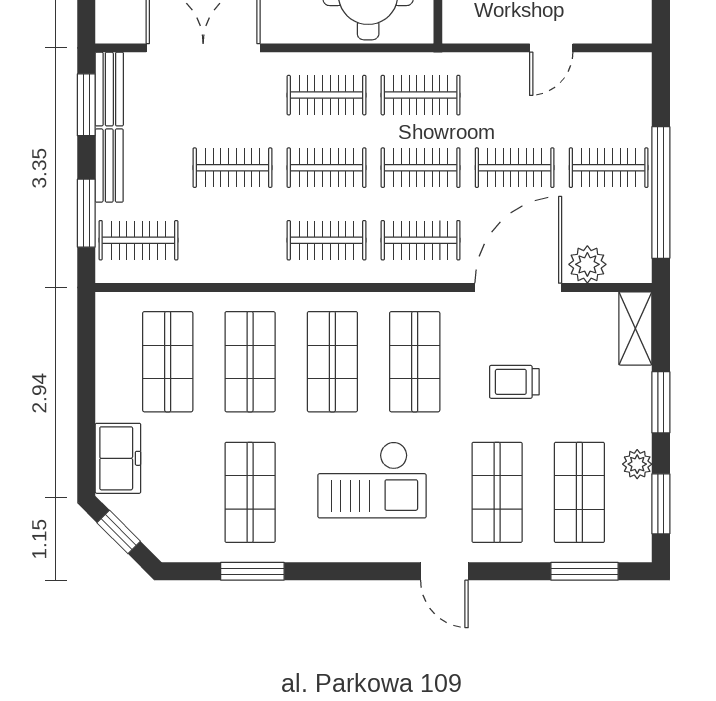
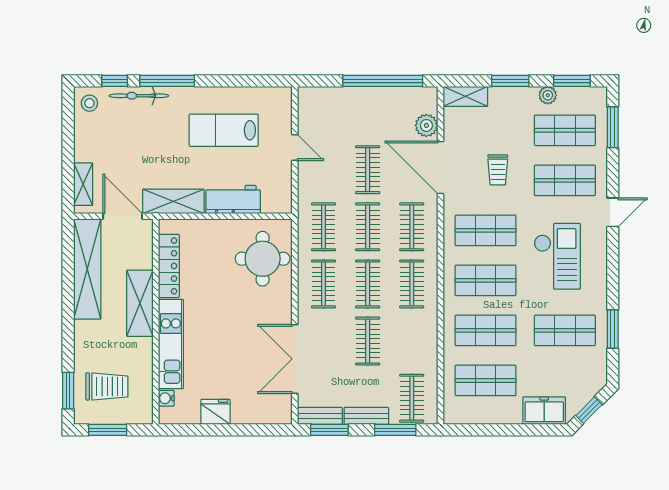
clothes rail: (609, 168) -> (368, 113), removed

